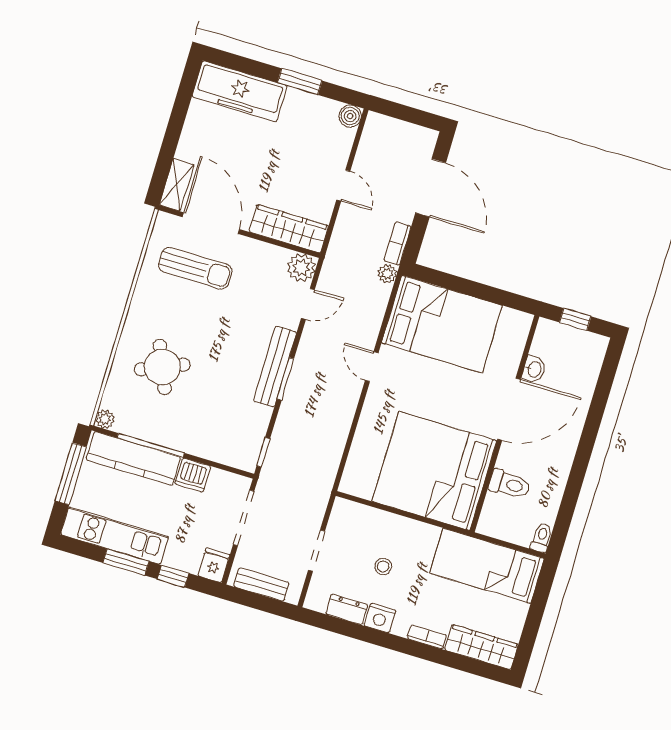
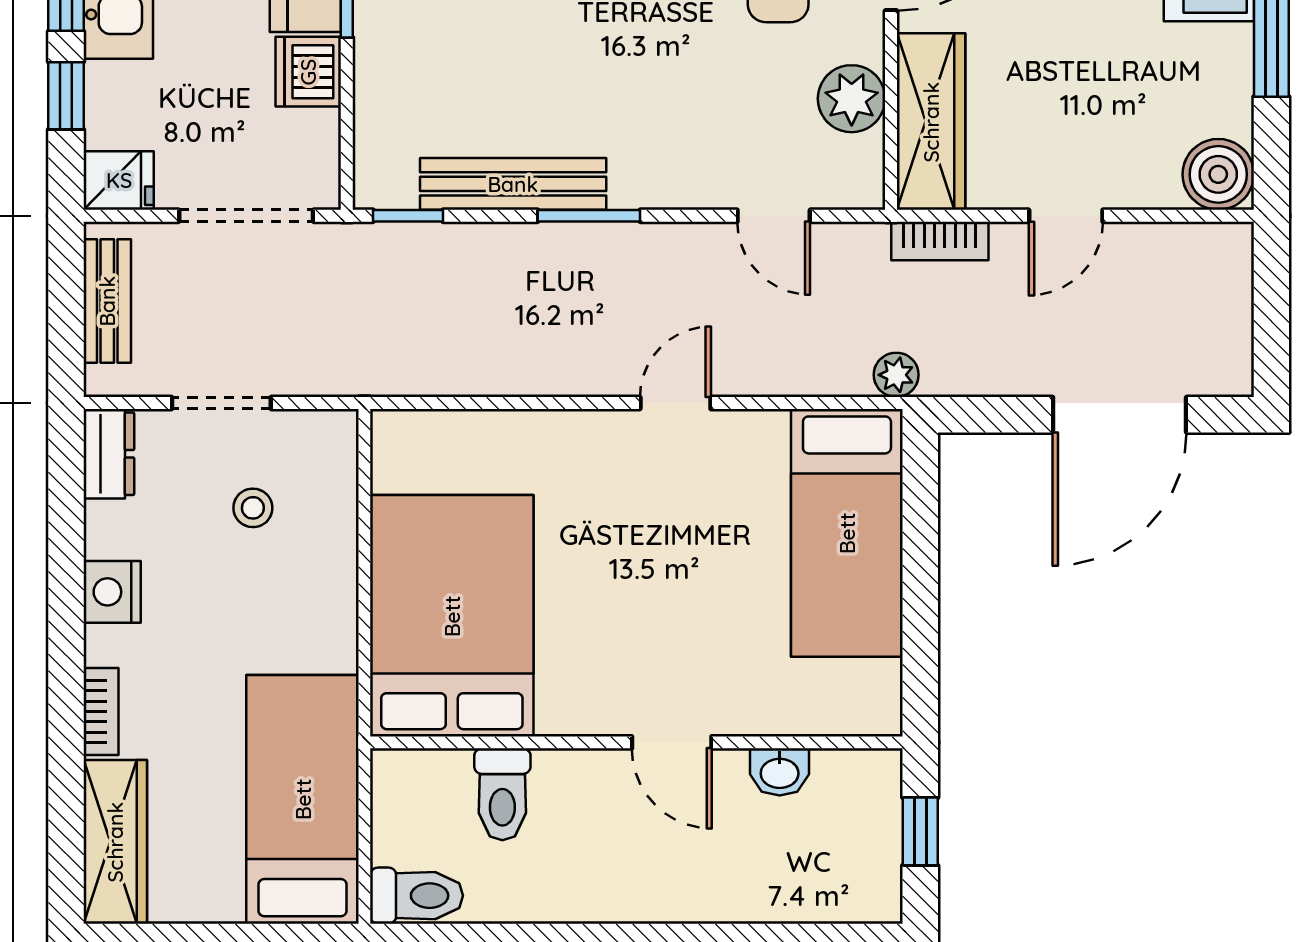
boiler: (350, 116) -> (1218, 174), width x1.36, depth x1.36
bookcase: (398, 243) -> (940, 241), moved, turned 180
plant: (301, 268) -> (852, 99), moved
bed: (442, 324) -> (847, 533), width x0.67
bench: (275, 367) -> (513, 184), moved
door: (509, 409) -> (672, 742), width x0.53
bed: (434, 471) -> (452, 616), width x0.73
toilet: (542, 538) -> (417, 896), width x1.37, depth x1.39
stool: (383, 566) -> (253, 508), moved
dresser: (347, 609) -> (109, 454), moved

